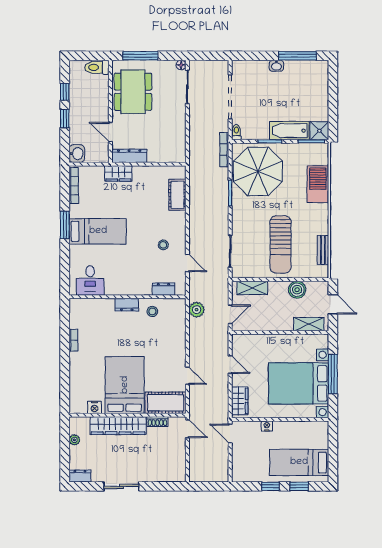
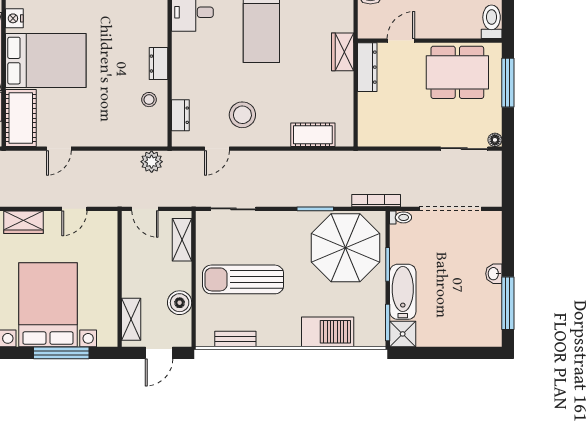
stool: (163, 245) -> (242, 115), width x1.89, depth x1.89

